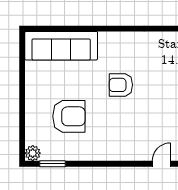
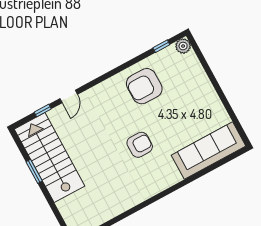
armchair: (69, 116) -> (144, 86), moved
window: (53, 164) -> (161, 46), width x0.67

